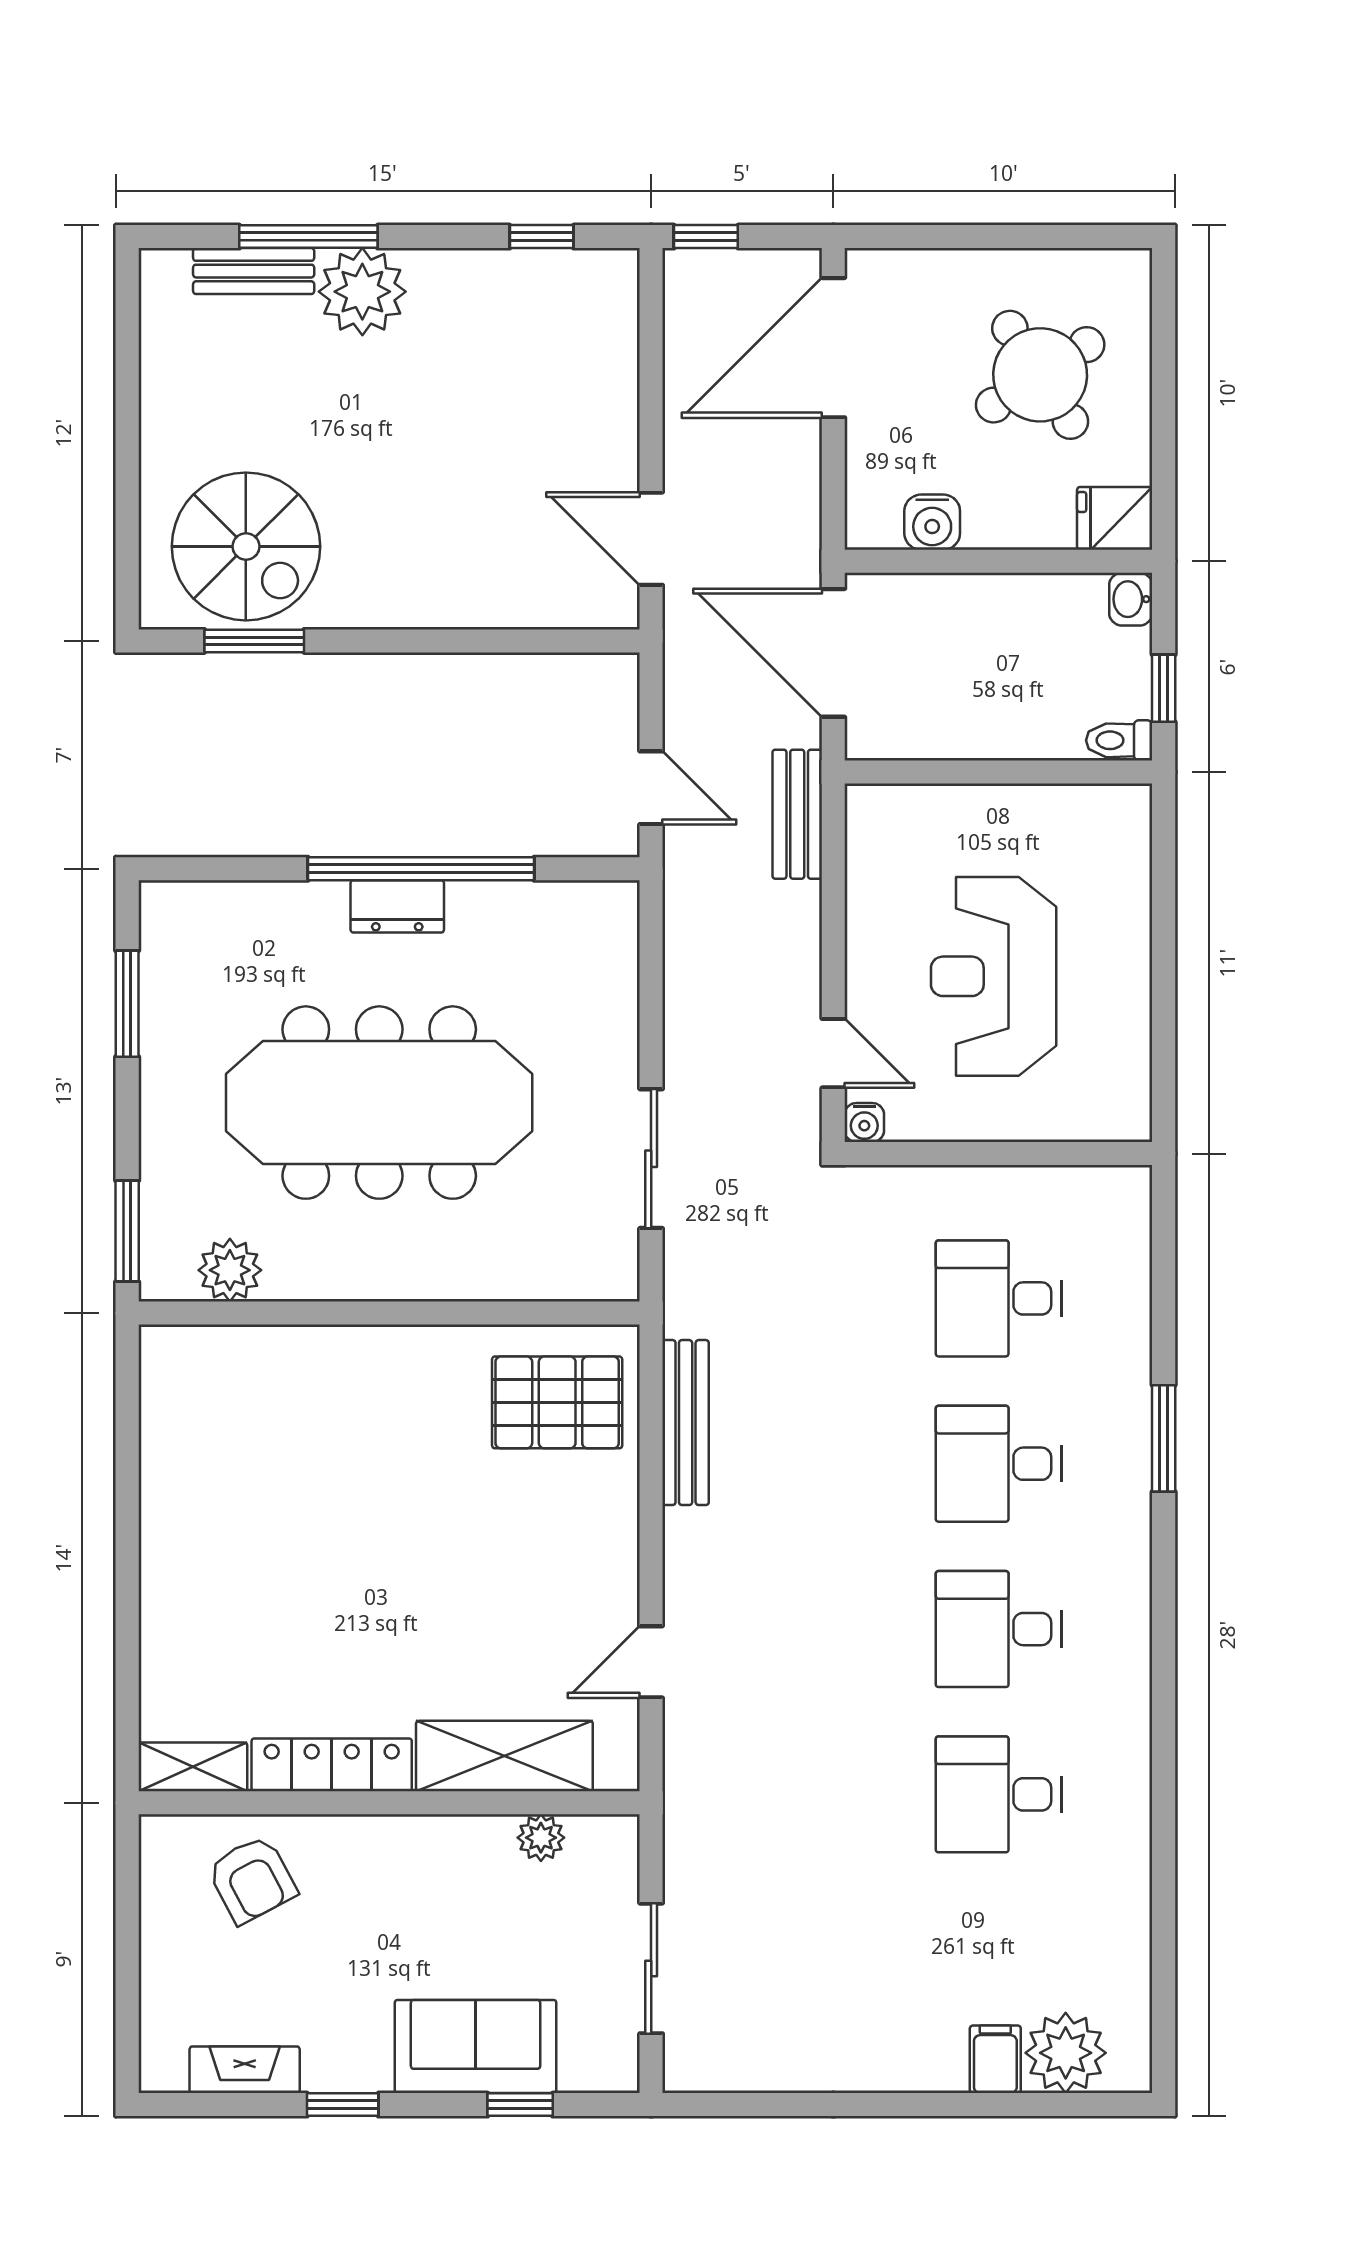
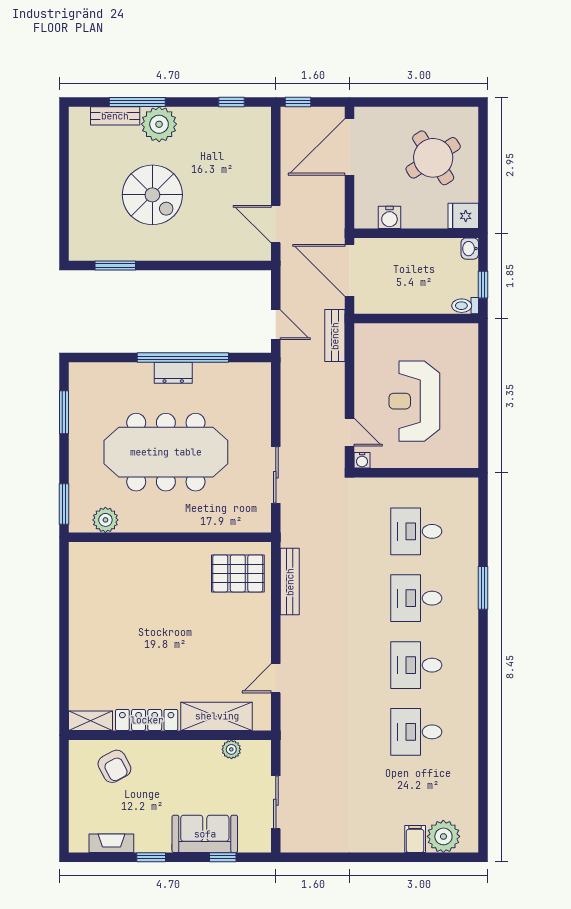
spiral stairs: (246, 546) -> (152, 195), moved

